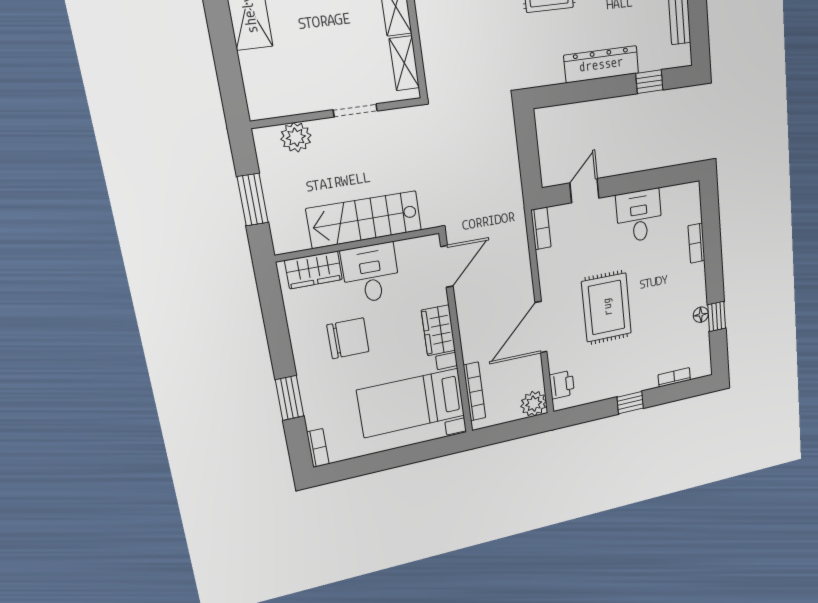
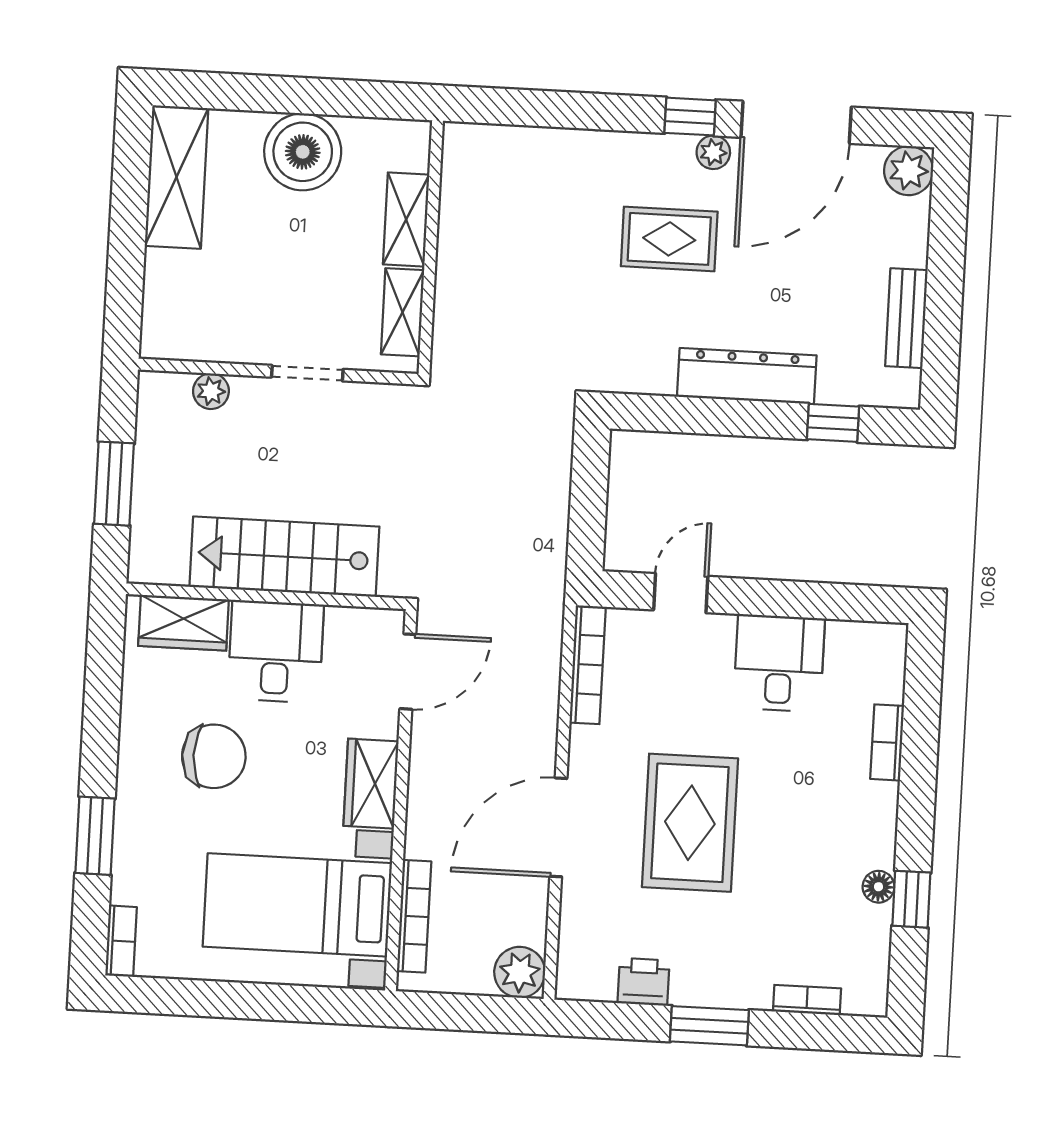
plant: (296, 137) -> (211, 391), width x0.73, depth x0.73
bookcase: (541, 228) -> (588, 665), width x1.56
printer: (562, 385) -> (643, 982), moved, turned -90
window: (630, 403) -> (709, 1026), width x1.50

